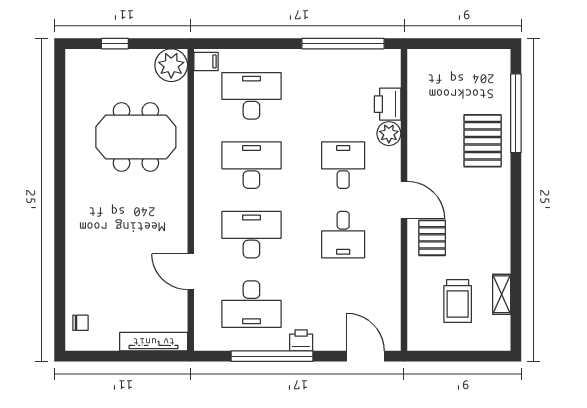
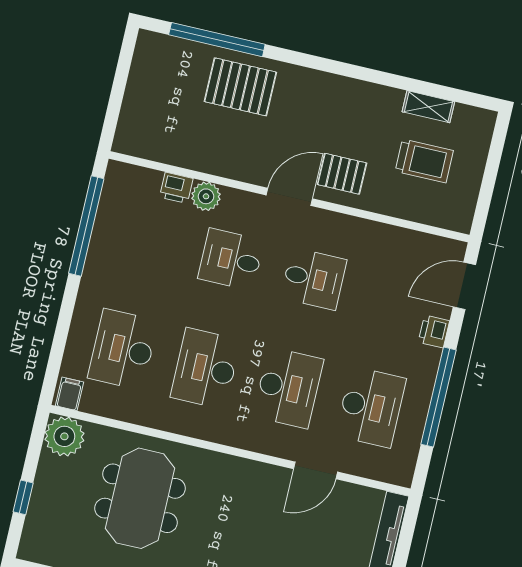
printer: (388, 104) -> (176, 188), width x0.73, depth x0.81
desk: (251, 235) -> (288, 388), turned 180
printer: (301, 340) -> (434, 332), moved

